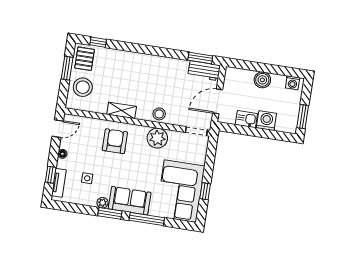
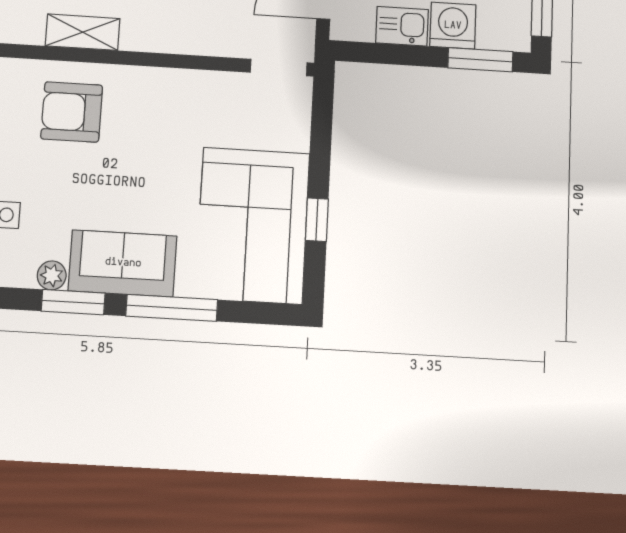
stool: (159, 114) -> (180, 33), removed
window: (276, 135) -> (480, 60), added
plant: (157, 138) -> (181, 94), removed
armchair: (115, 141) -> (72, 112), turned -90

